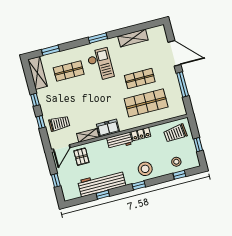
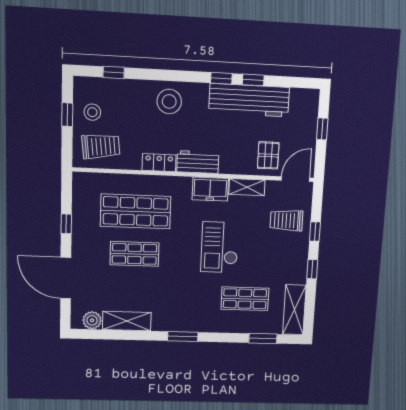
plant: (153, 33) -> (92, 320), added
checkout: (100, 64) -> (220, 247), moved
window: (183, 84) -> (66, 224), width x0.46
stool: (176, 162) -> (92, 112), moved
window: (139, 185) -> (221, 78), moved

